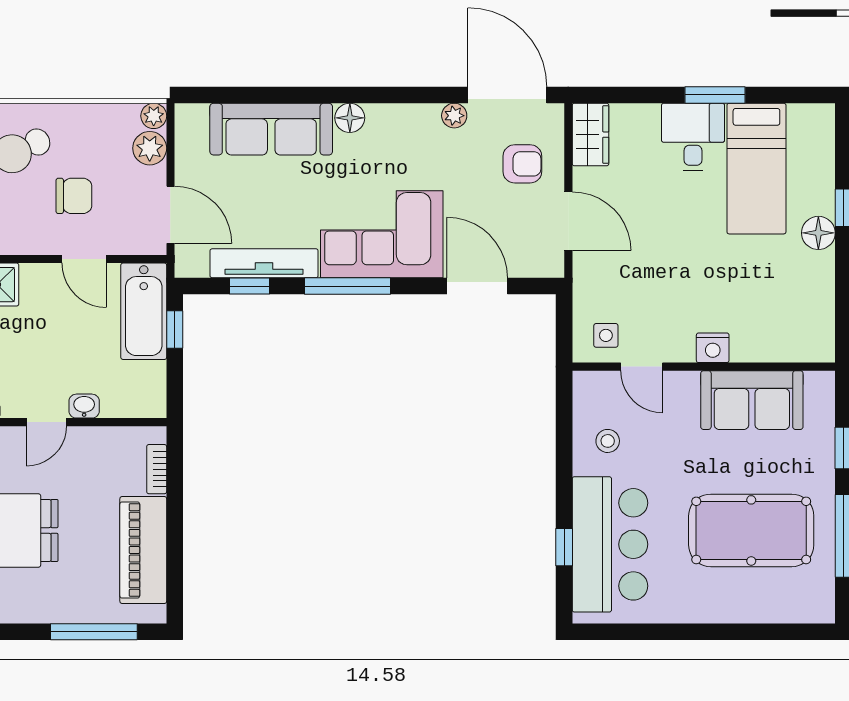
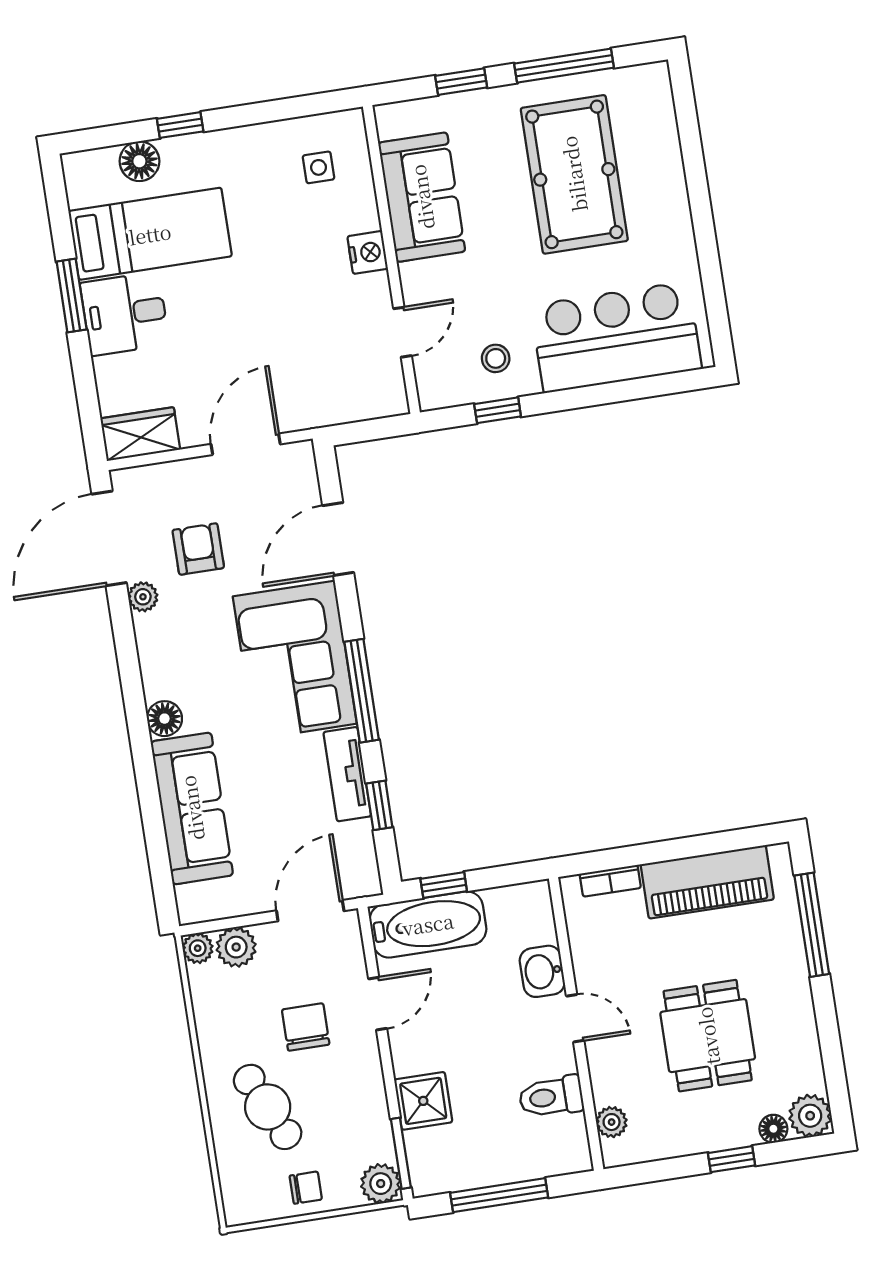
armchair: (522, 164) -> (198, 549), moved
floor lamp: (818, 233) -> (139, 161), moved
tv unit: (264, 263) -> (347, 774), width x0.71
side table: (606, 335) -> (319, 167), moved
washbasin: (84, 406) -> (542, 971), width x1.38, depth x1.45
window: (564, 547) -> (498, 410), moved

